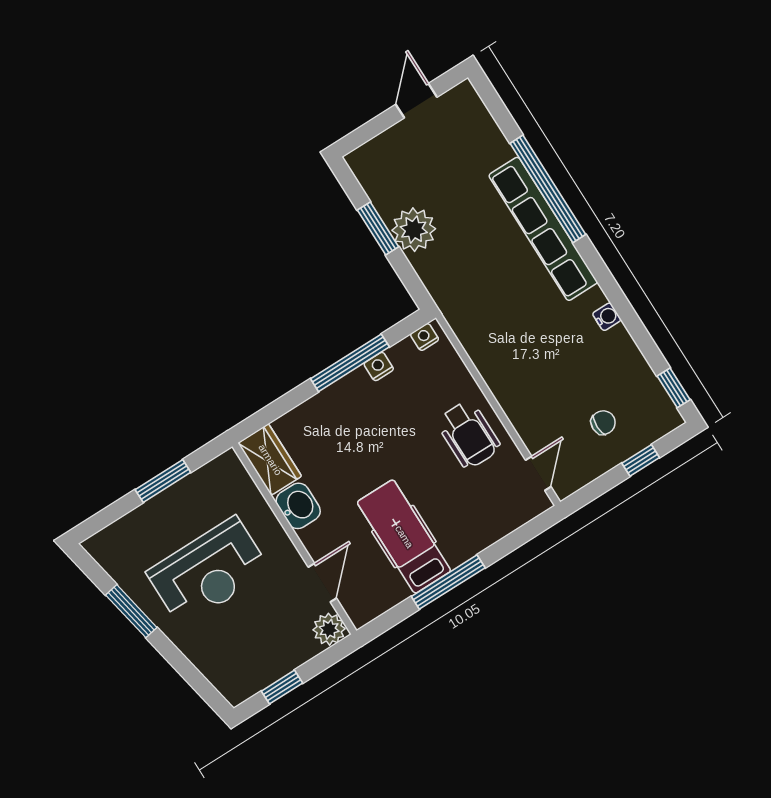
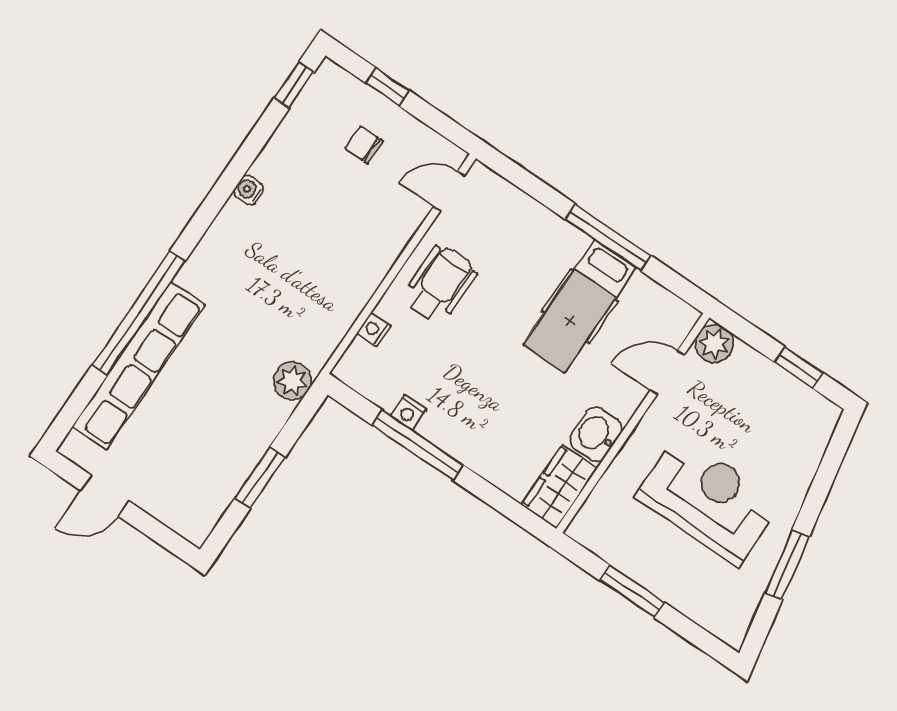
row of seats: (543, 229) -> (139, 366), moved
plant: (414, 230) -> (292, 381), moved, width x0.73, depth x0.73
nightstand: (425, 337) -> (374, 330), moved, turned 90

